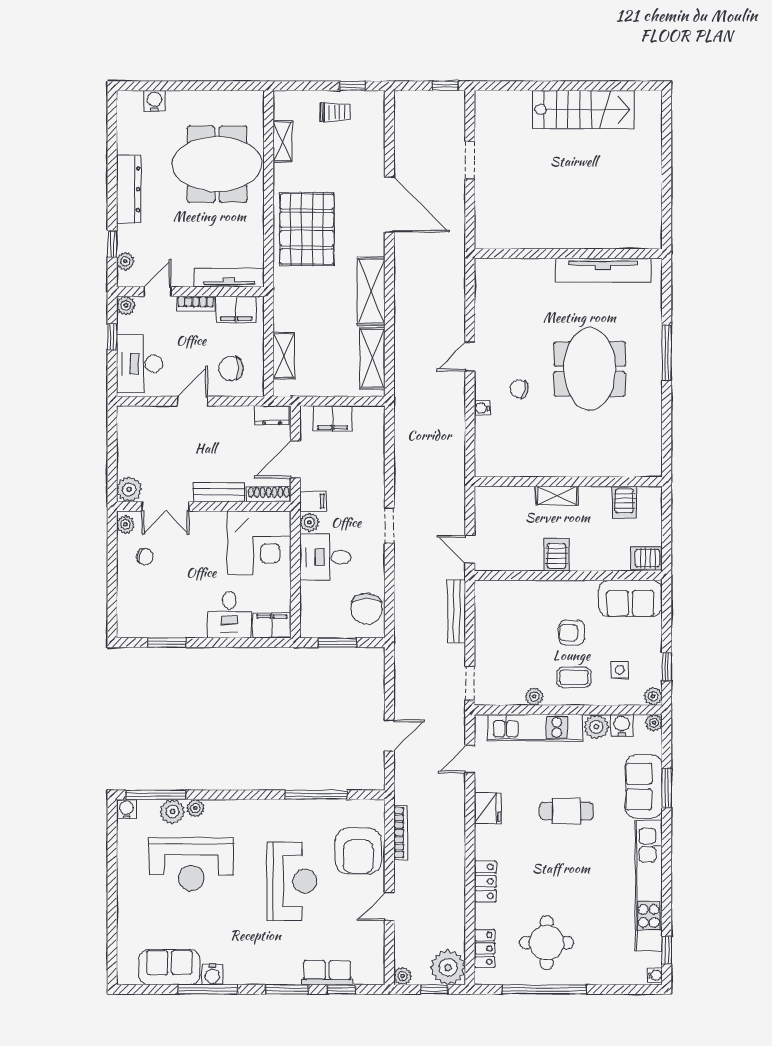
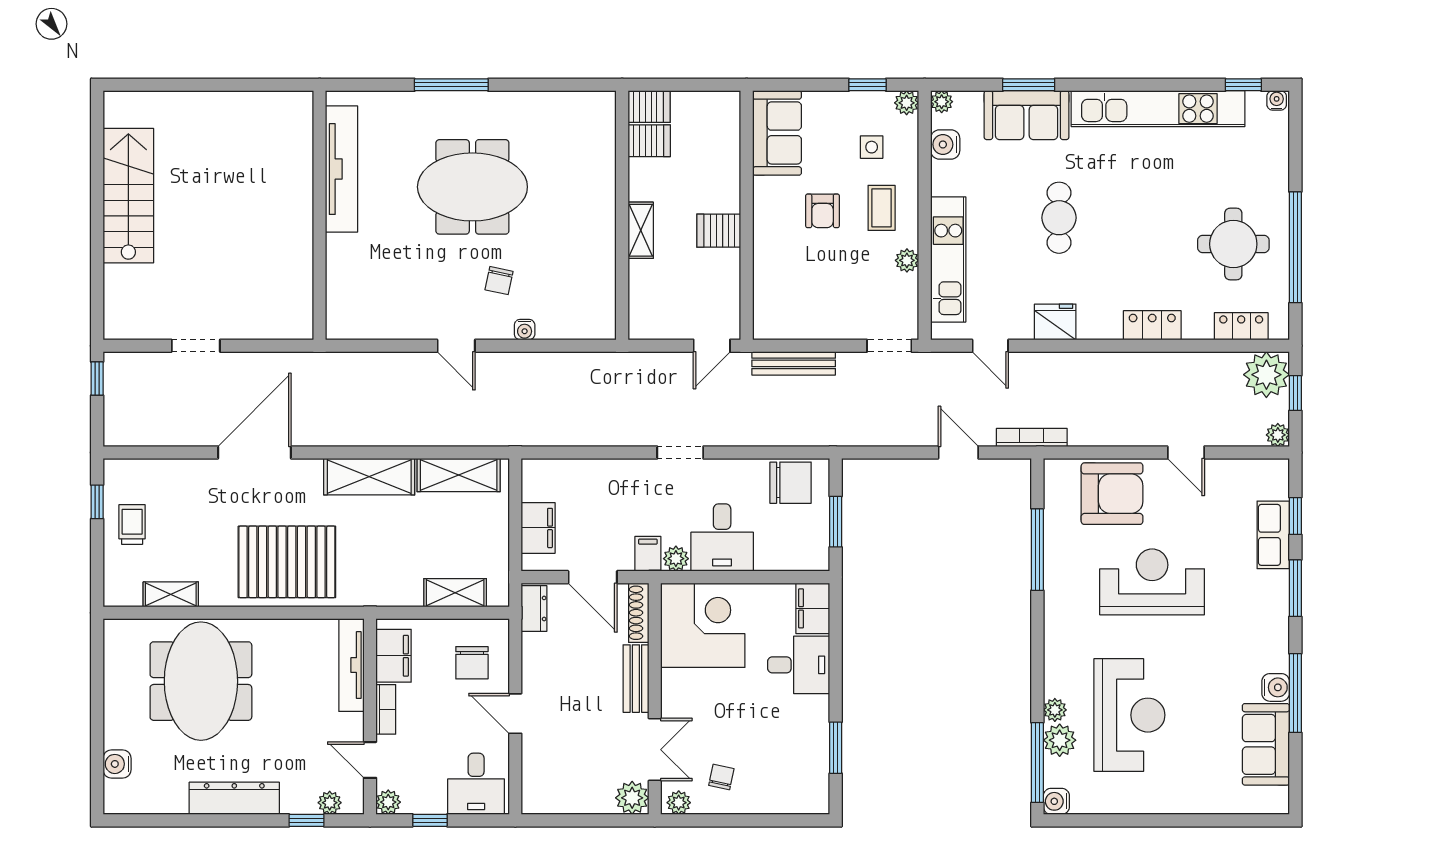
desk: (140, 364) -> (476, 784), width x0.73
server rack: (646, 558) -> (649, 107), moved, turned -90
plant: (596, 727) -> (947, 178), removed
bookcase: (401, 832) -> (1032, 438), moved

